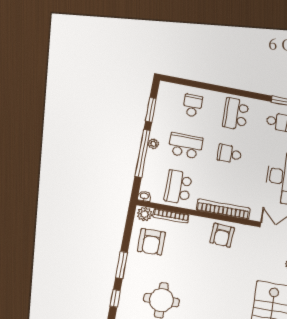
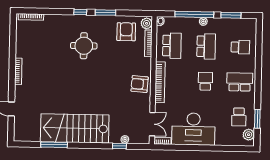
school desk: (178, 187) -> (172, 46), turned 90
armchair: (151, 242) -> (126, 32), turned 90

